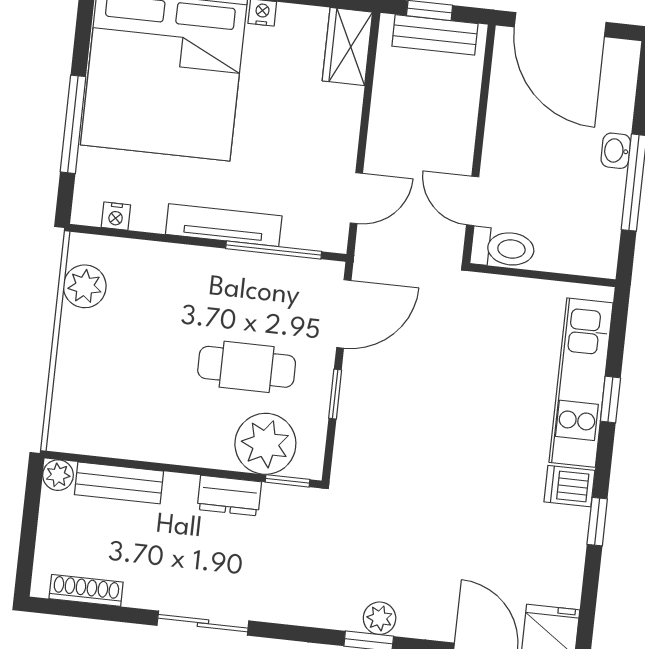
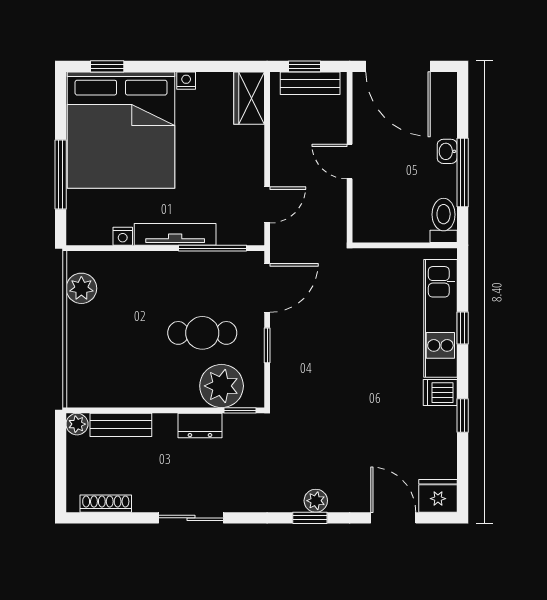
door: (473, 201) -> (350, 162), moved
nightstand: (116, 216) -> (123, 236), moved
toilet: (503, 248) -> (444, 220), moved, turned -90

